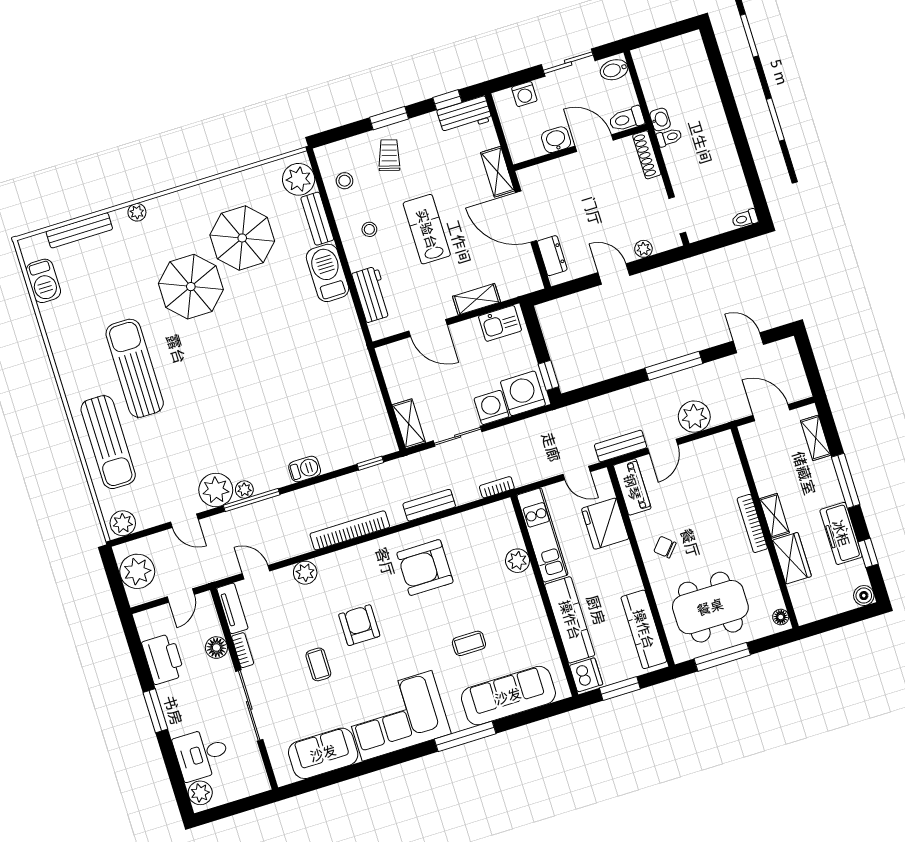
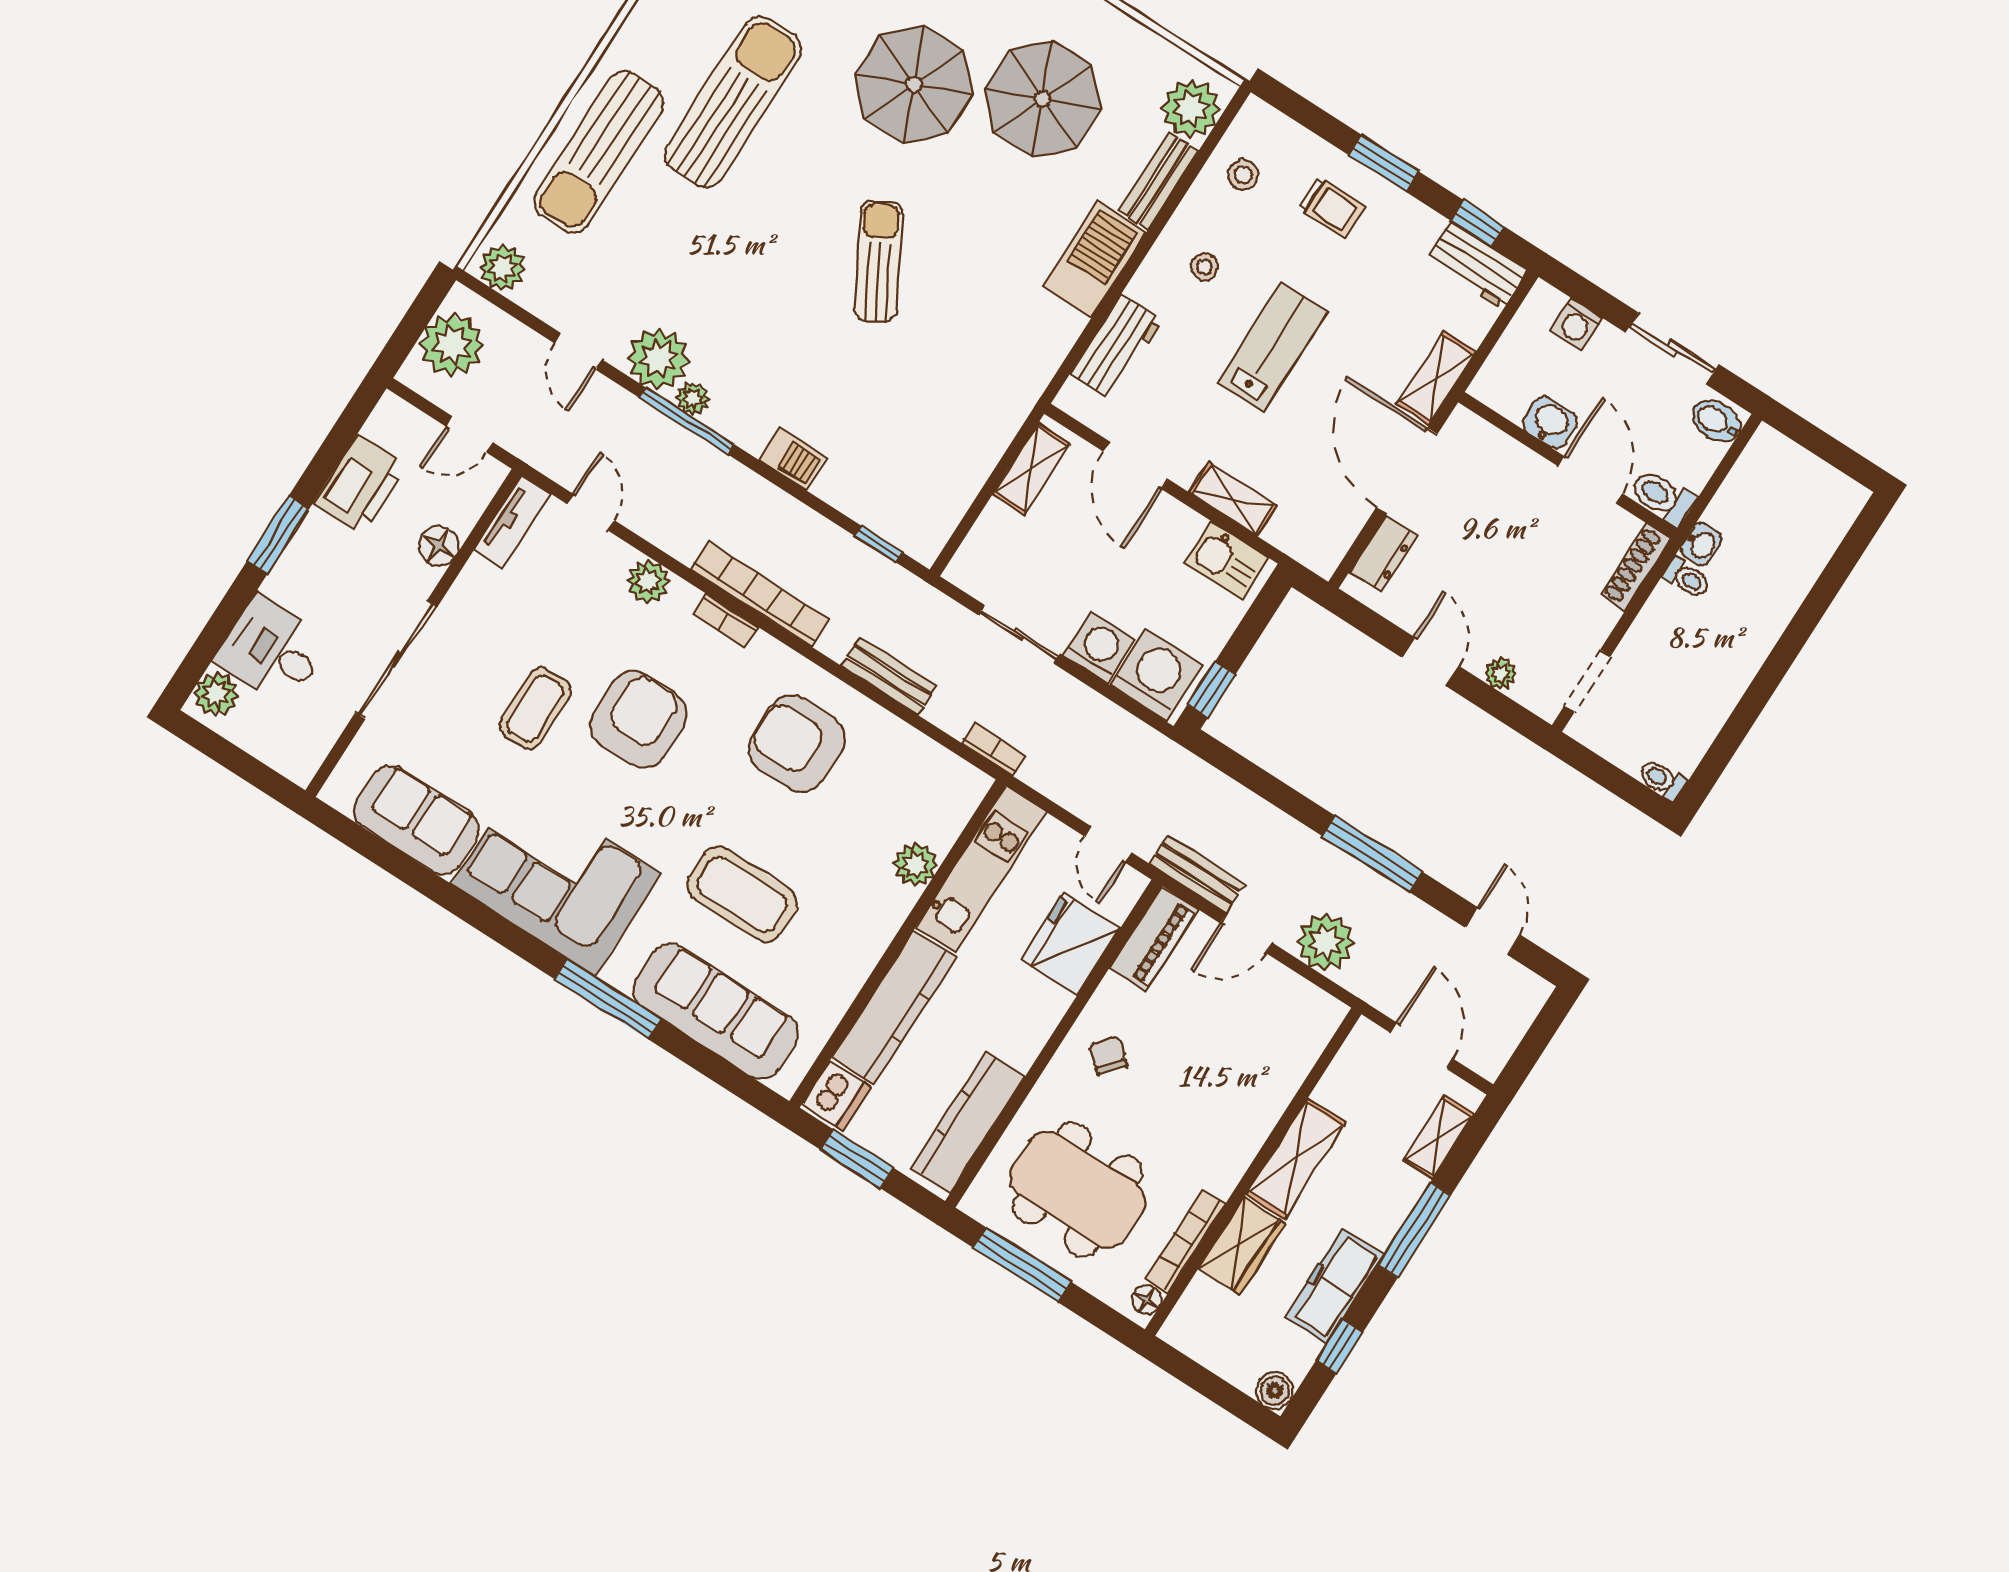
trolley: (389, 155) -> (1332, 207), turned 74
sun lounger: (252, 364) -> (879, 261), added
shelving: (409, 424) -> (1031, 469), moved
shelving: (774, 516) -> (1296, 1159), width x1.50, depth x1.33
bookcase: (752, 523) -> (1186, 1241), moved
armchair: (359, 625) -> (638, 719), width x1.36, depth x1.36
coffee table: (469, 643) -> (742, 894), width x1.86, depth x1.72
bookcase: (243, 650) -> (725, 620), moved, turned 90
coffee table: (318, 664) -> (535, 708), width x1.36, depth x1.30

